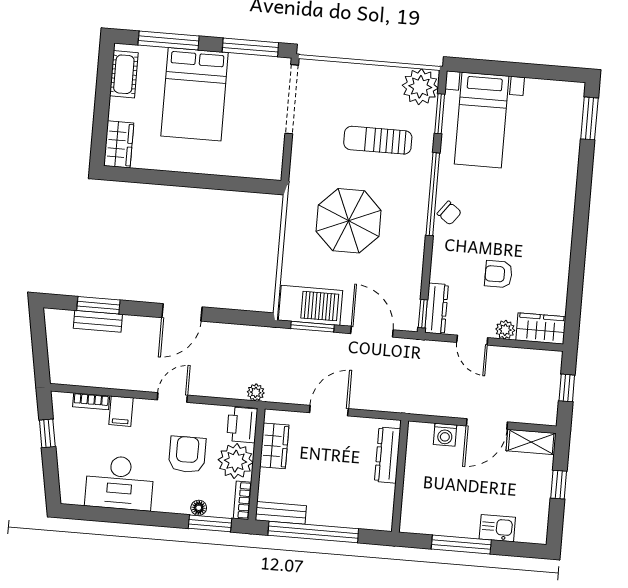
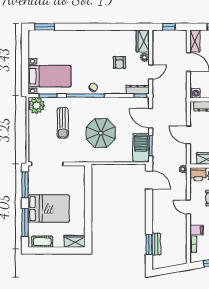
door: (182, 312) -> (149, 180), moved
door: (372, 332) -> (151, 118), hinge flipped
washing machine: (445, 435) -> (195, 93), moved

